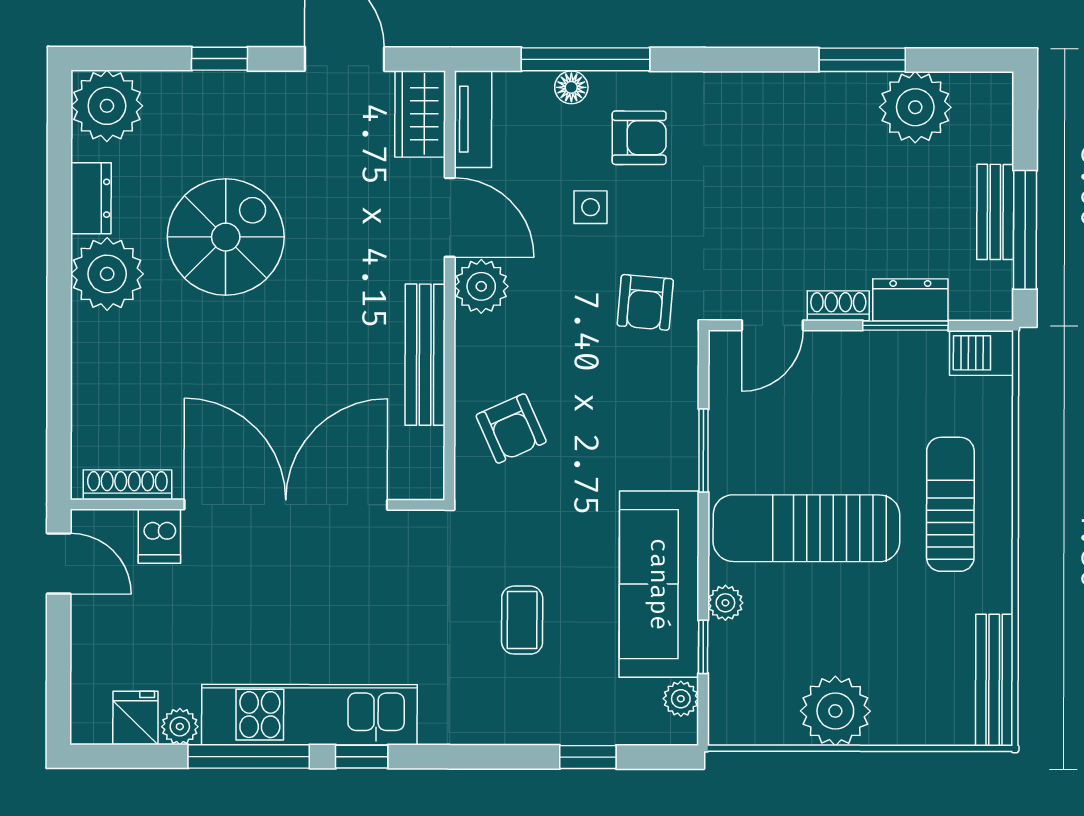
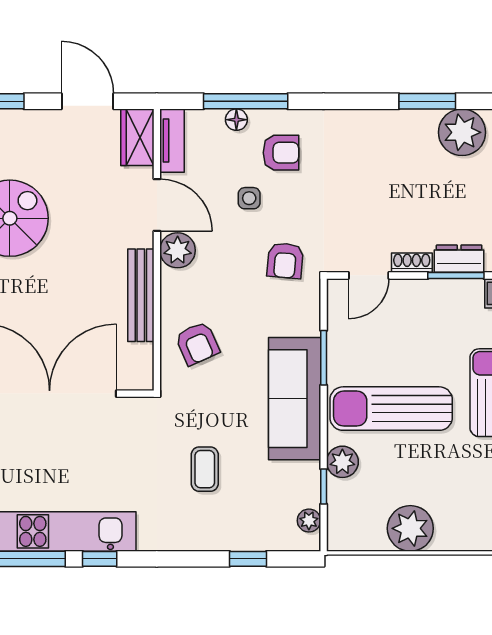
sofa: (659, 584) -> (295, 399), moved
plant: (725, 603) -> (342, 462), width x1.38, depth x1.38

